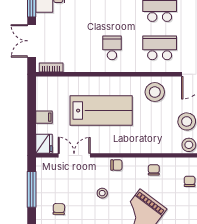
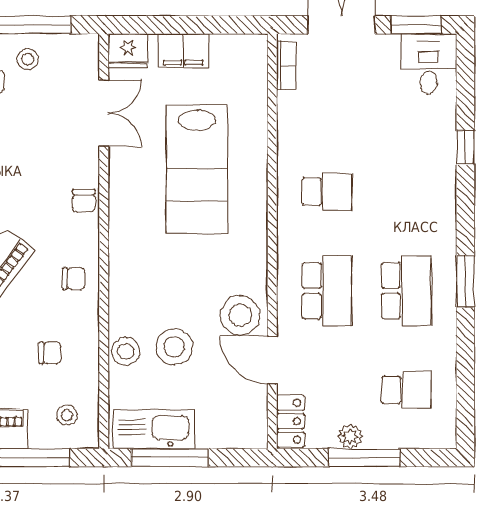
stool: (155, 92) -> (240, 315), moved
filing cabinet: (44, 117) -> (183, 51), width x2.00
stool: (102, 193) -> (28, 59), moved

